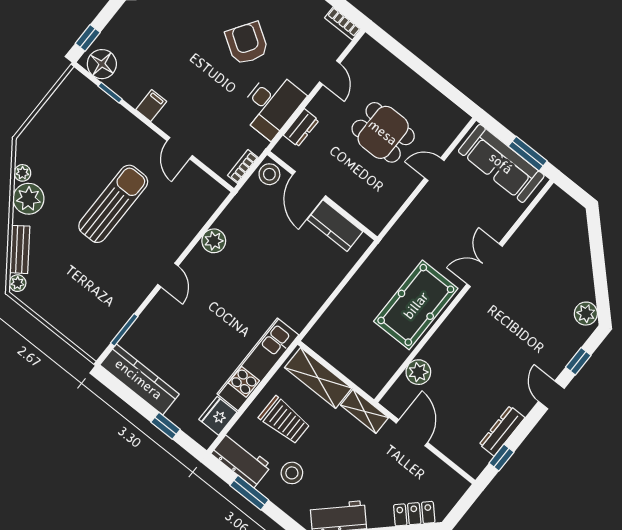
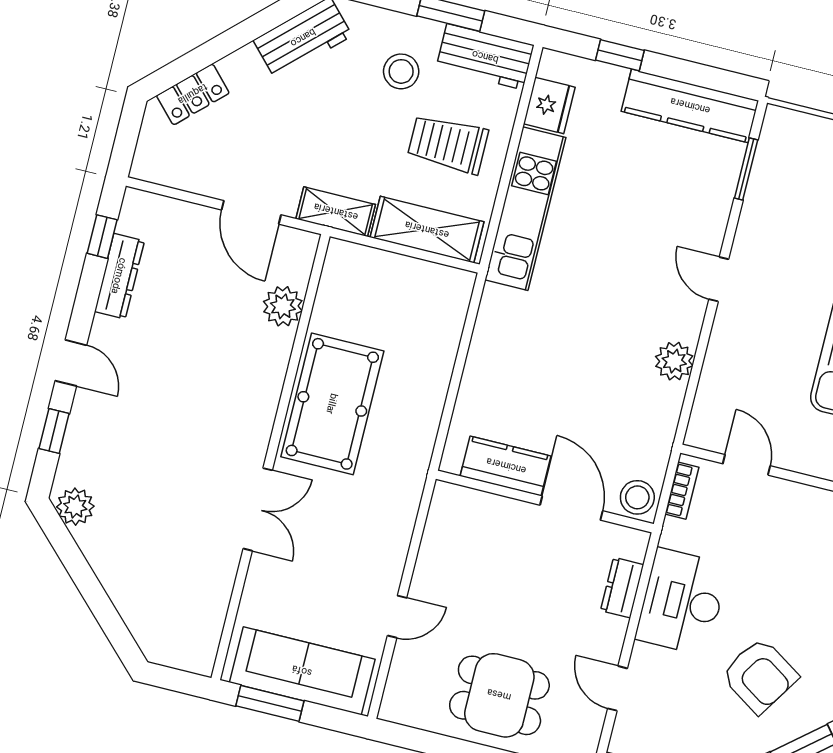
dining table: (383, 132) -> (499, 695), moved
door: (180, 148) -> (747, 465), moved

